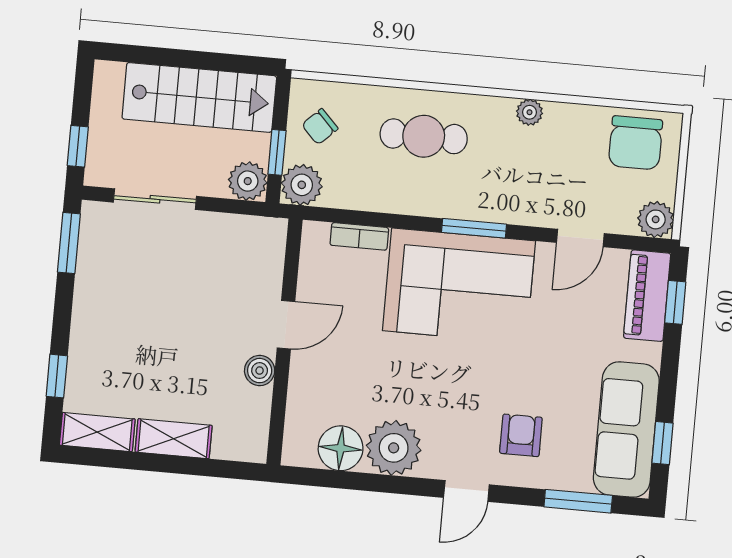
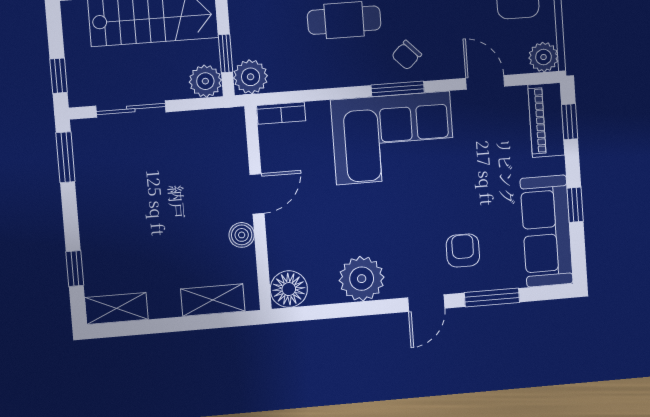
chair: (320, 127) -> (407, 55), moved
bookcase: (359, 236) -> (281, 113), moved
door: (580, 238) -> (485, 82), swing flipped
shelving: (174, 439) -> (213, 300), moved
window: (662, 443) -> (575, 205), moved
floor lamp: (341, 448) -> (289, 289), moved
window: (578, 501) -> (492, 297), moved

